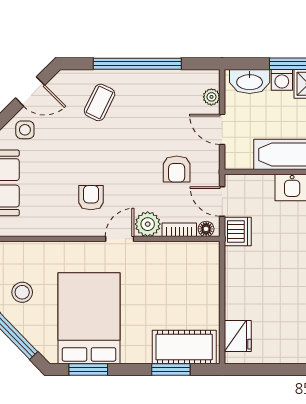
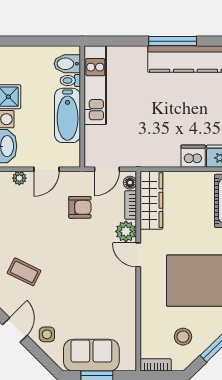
armchair: (91, 198) -> (104, 279), removed
dishwasher: (238, 232) -> (193, 156), moved
wardrobe: (185, 255) -> (151, 200), added

